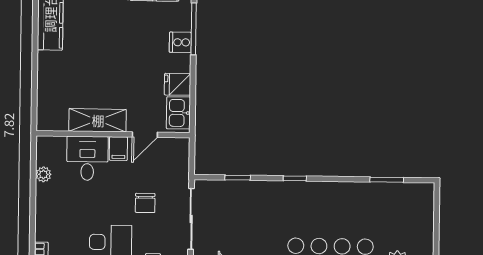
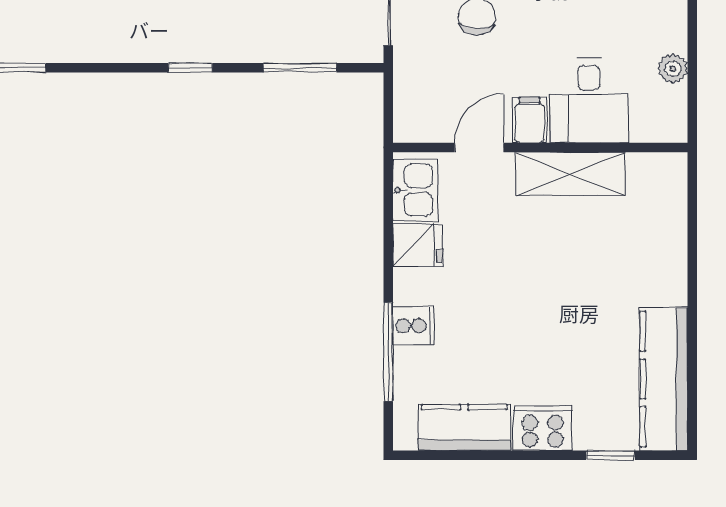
window: (238, 178) -> (300, 68), width x1.50

